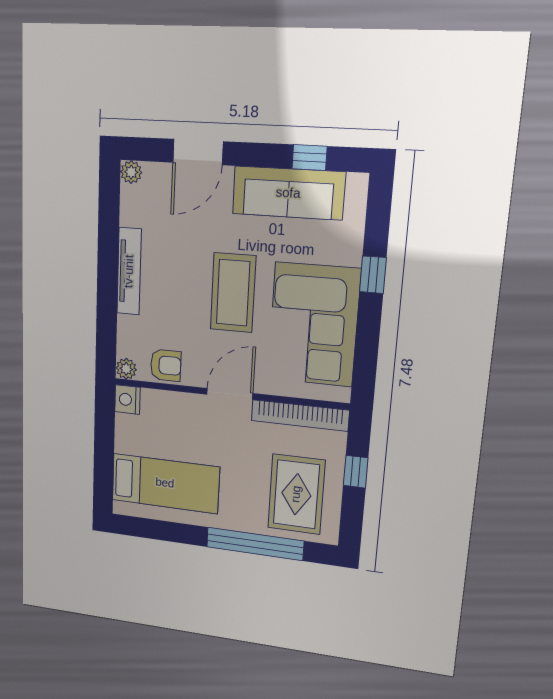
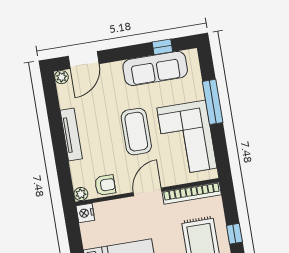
door: (198, 152) -> (84, 60), moved
window: (373, 275) -> (213, 102), width x2.17
window: (356, 472) -> (234, 234), moved

